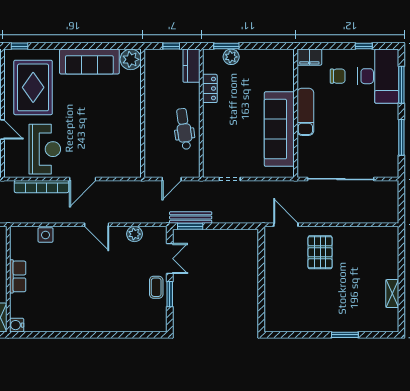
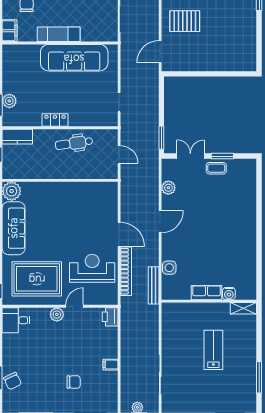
locker: (210, 88) -> (55, 120), moved
bench: (191, 218) -> (154, 285), moved
water cooler: (17, 325) -> (229, 294), moved

